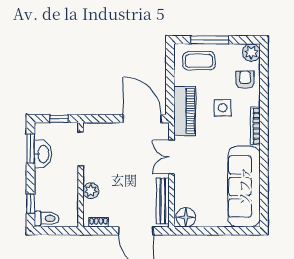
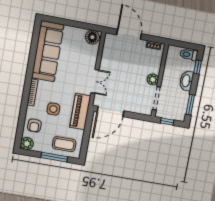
door: (142, 119) -> (110, 111), hinge flipped
washbasin: (43, 154) -> (186, 81), moved
plant: (91, 191) -> (153, 79), moved
bench: (163, 201) -> (107, 52), removed

